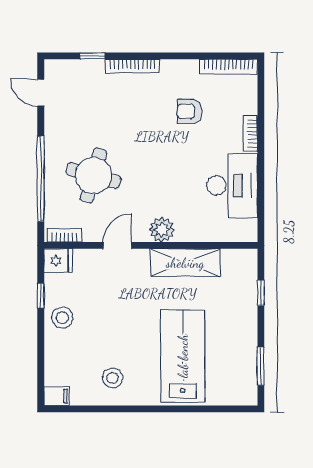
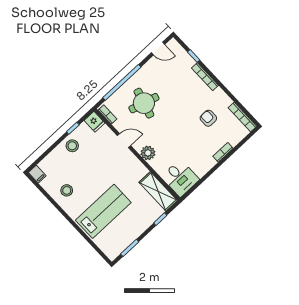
door: (41, 93) -> (158, 49), swing flipped
desk: (232, 185) -> (180, 178), moved, width x0.73
shelving: (185, 263) -> (158, 191), moved

